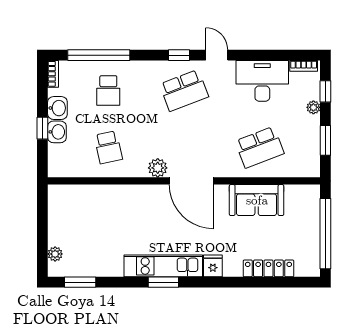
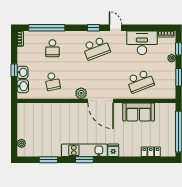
washbasin: (57, 108) -> (23, 86), moved
locker: (268, 268) -> (151, 152), width x0.66
window: (80, 282) -> (48, 160), moved

